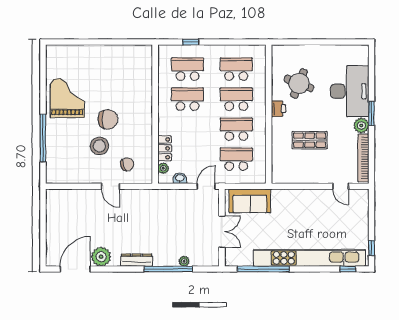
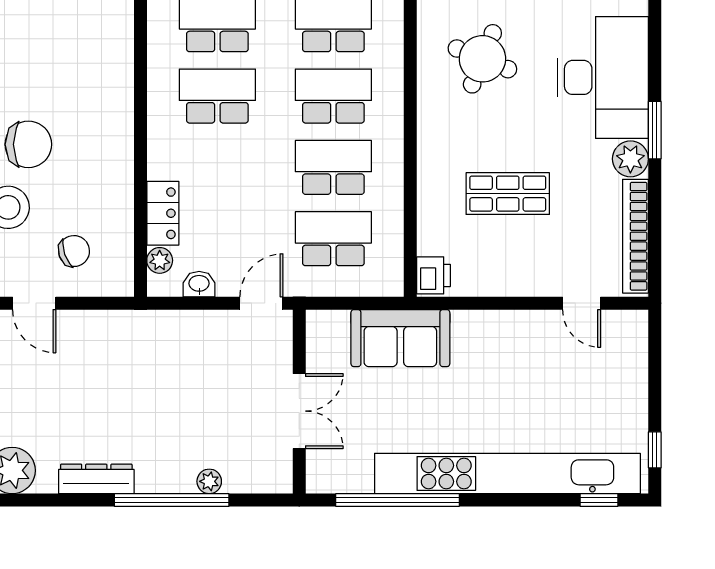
printer: (278, 109) -> (434, 275), moved
sofa: (250, 201) -> (400, 338), moved

